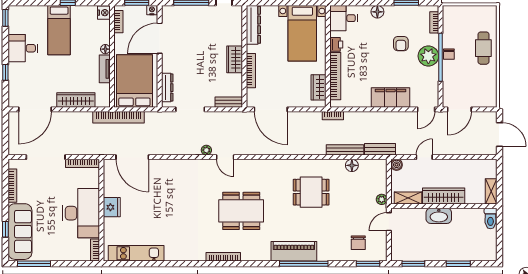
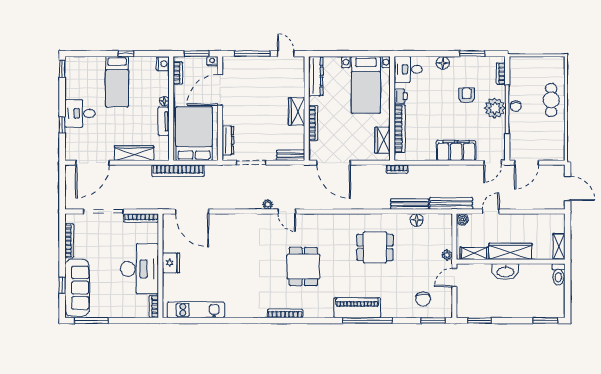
armchair: (401, 44) -> (467, 95), turned 180
desk: (23, 48) -> (80, 113), moved
bench: (380, 149) -> (451, 203), width x1.36
dining table: (241, 211) -> (303, 267), width x0.73
window: (458, 264) -> (545, 321), moved

